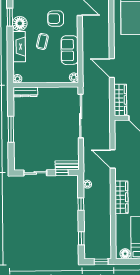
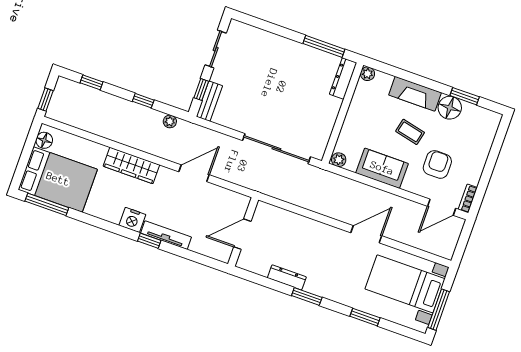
door: (112, 68) -> (366, 234), moved
wardrobe: (120, 100) -> (279, 217), removed
window: (11, 129) -> (324, 46), moved

